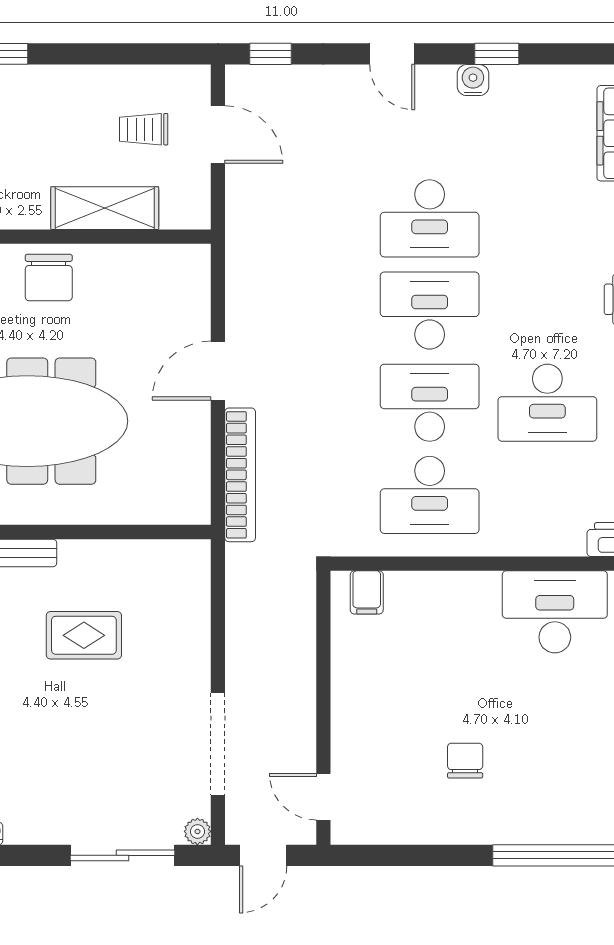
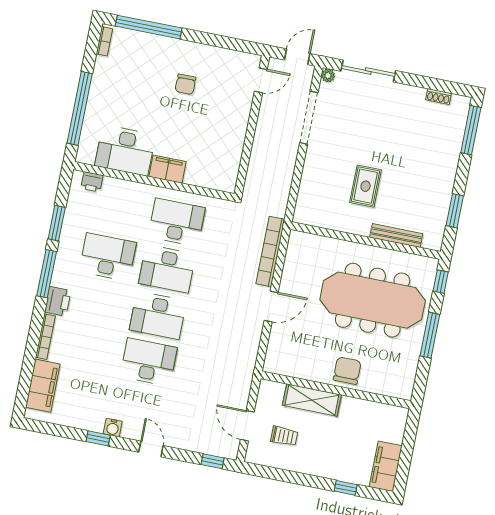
filing cabinet: (367, 592) -> (168, 169), moved, width x2.00
rug: (84, 635) -> (366, 186), turned 90
door: (323, 797) -> (261, 80), hinge flipped

